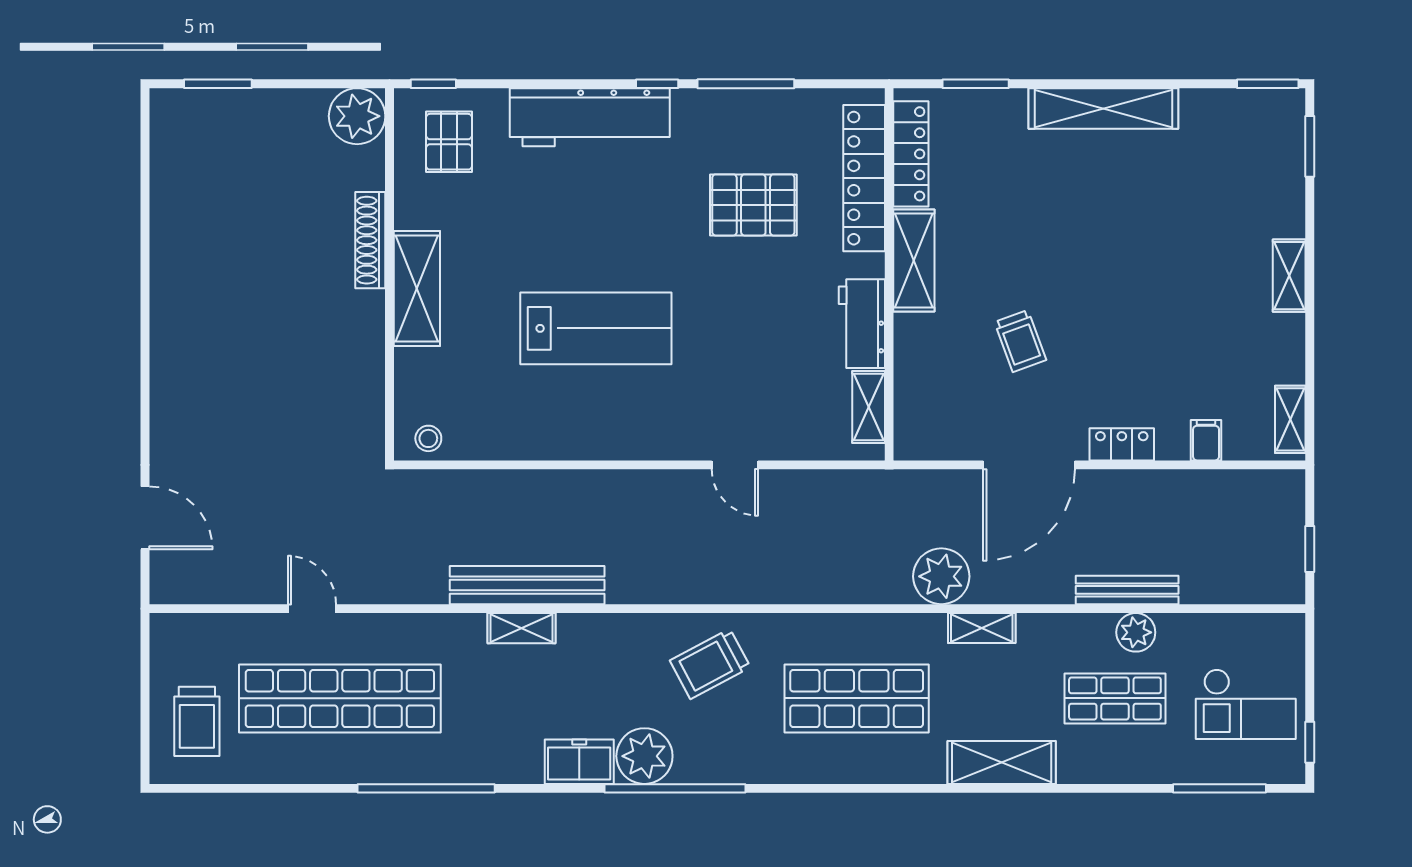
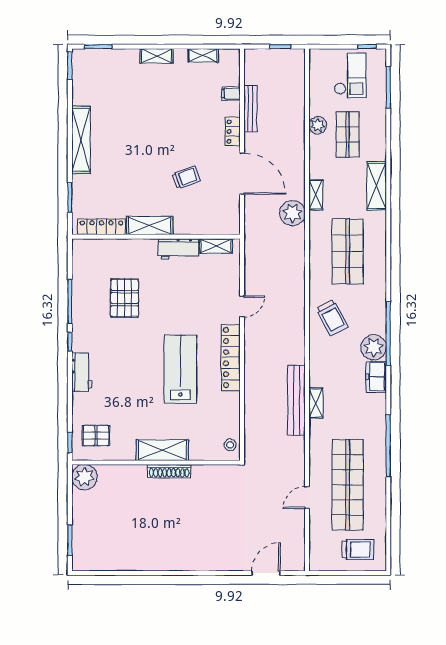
workbench: (590, 117) -> (82, 372), width x0.53, depth x0.76
locker: (864, 178) -> (231, 358), moved, turned 90
shoe rack: (370, 240) -> (169, 471), moved
shelving: (1290, 419) -> (203, 55), moved
bench: (1127, 590) -> (250, 109), moved

